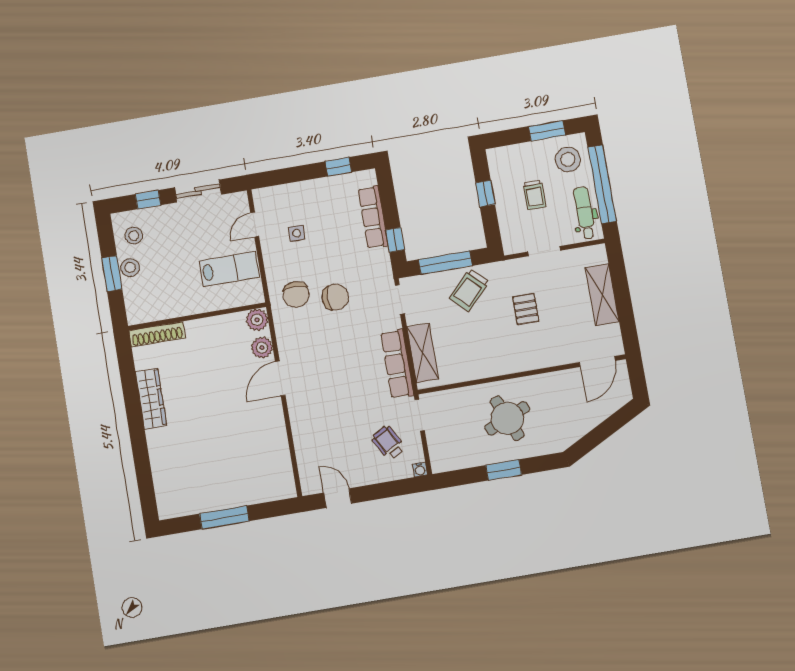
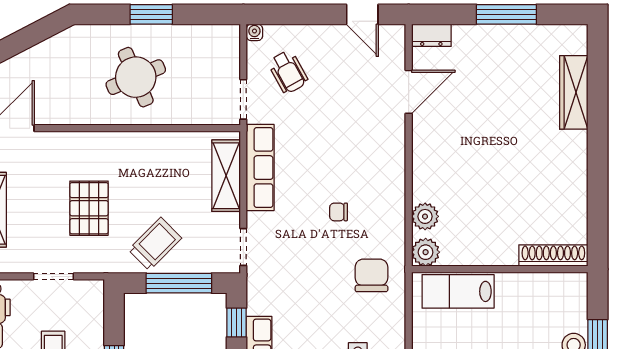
lab bench: (229, 269) -> (458, 291), moved
chair: (335, 297) -> (339, 212), moved, width x0.54, depth x0.54
pallet: (526, 309) -> (89, 208), width x1.50, depth x1.42
door: (280, 378) -> (409, 92), moved
wardrobe: (151, 399) -> (574, 92), moved
dresser: (281, 491) -> (431, 35), added

